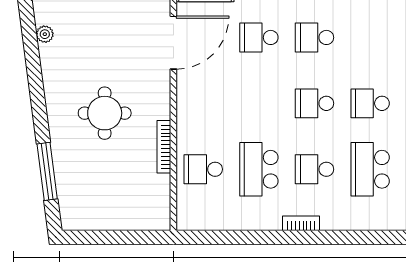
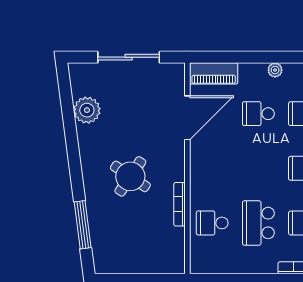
plant: (45, 34) -> (87, 110), width x1.87, depth x1.87
round table: (105, 113) -> (130, 176), turned 34

